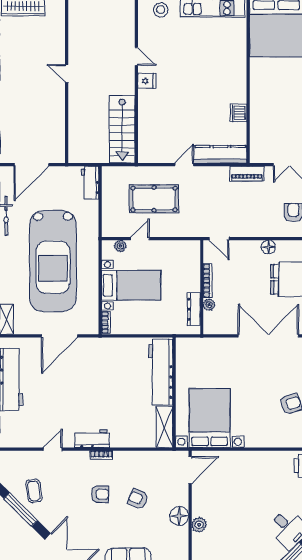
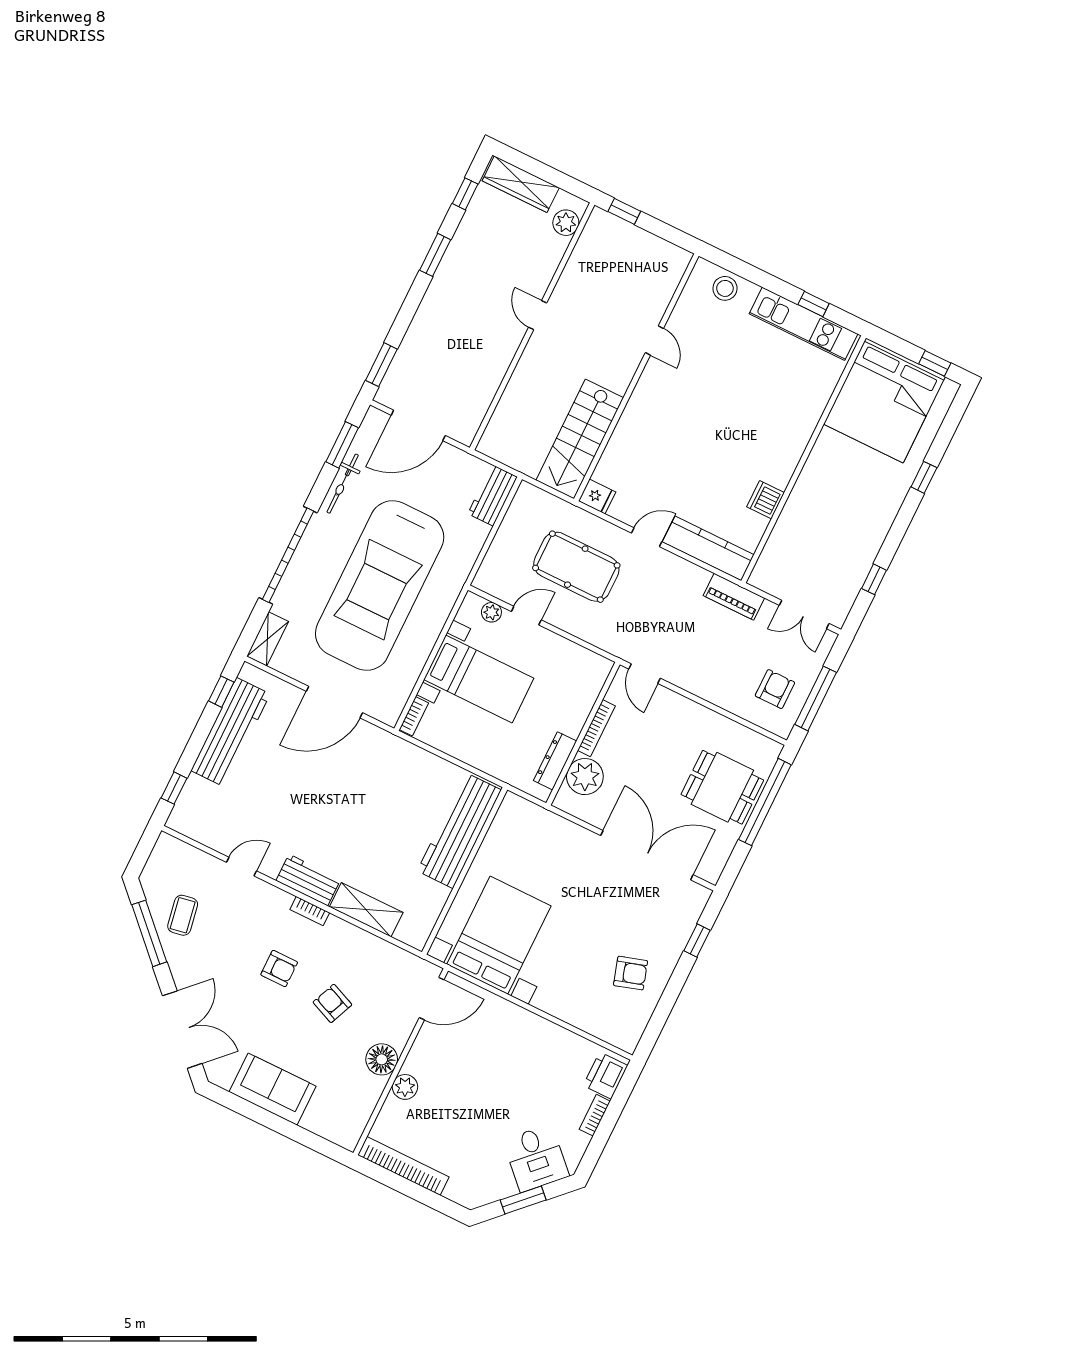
plant: (58, 16) -> (566, 223), added
fridge: (147, 81) -> (597, 497), moved
floor lamp: (268, 247) -> (712, 722), removed
plant: (209, 305) -> (585, 777), width x1.88, depth x1.88
shelving: (164, 427) -> (366, 910), moved, turned 90

